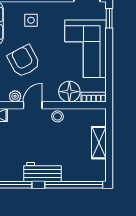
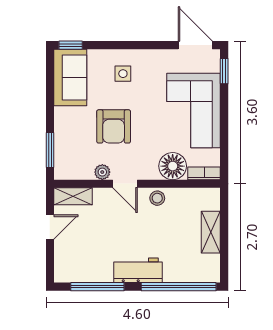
armchair: (24, 61) -> (114, 126), turned -152
door: (33, 105) -> (125, 184), swing flipped

